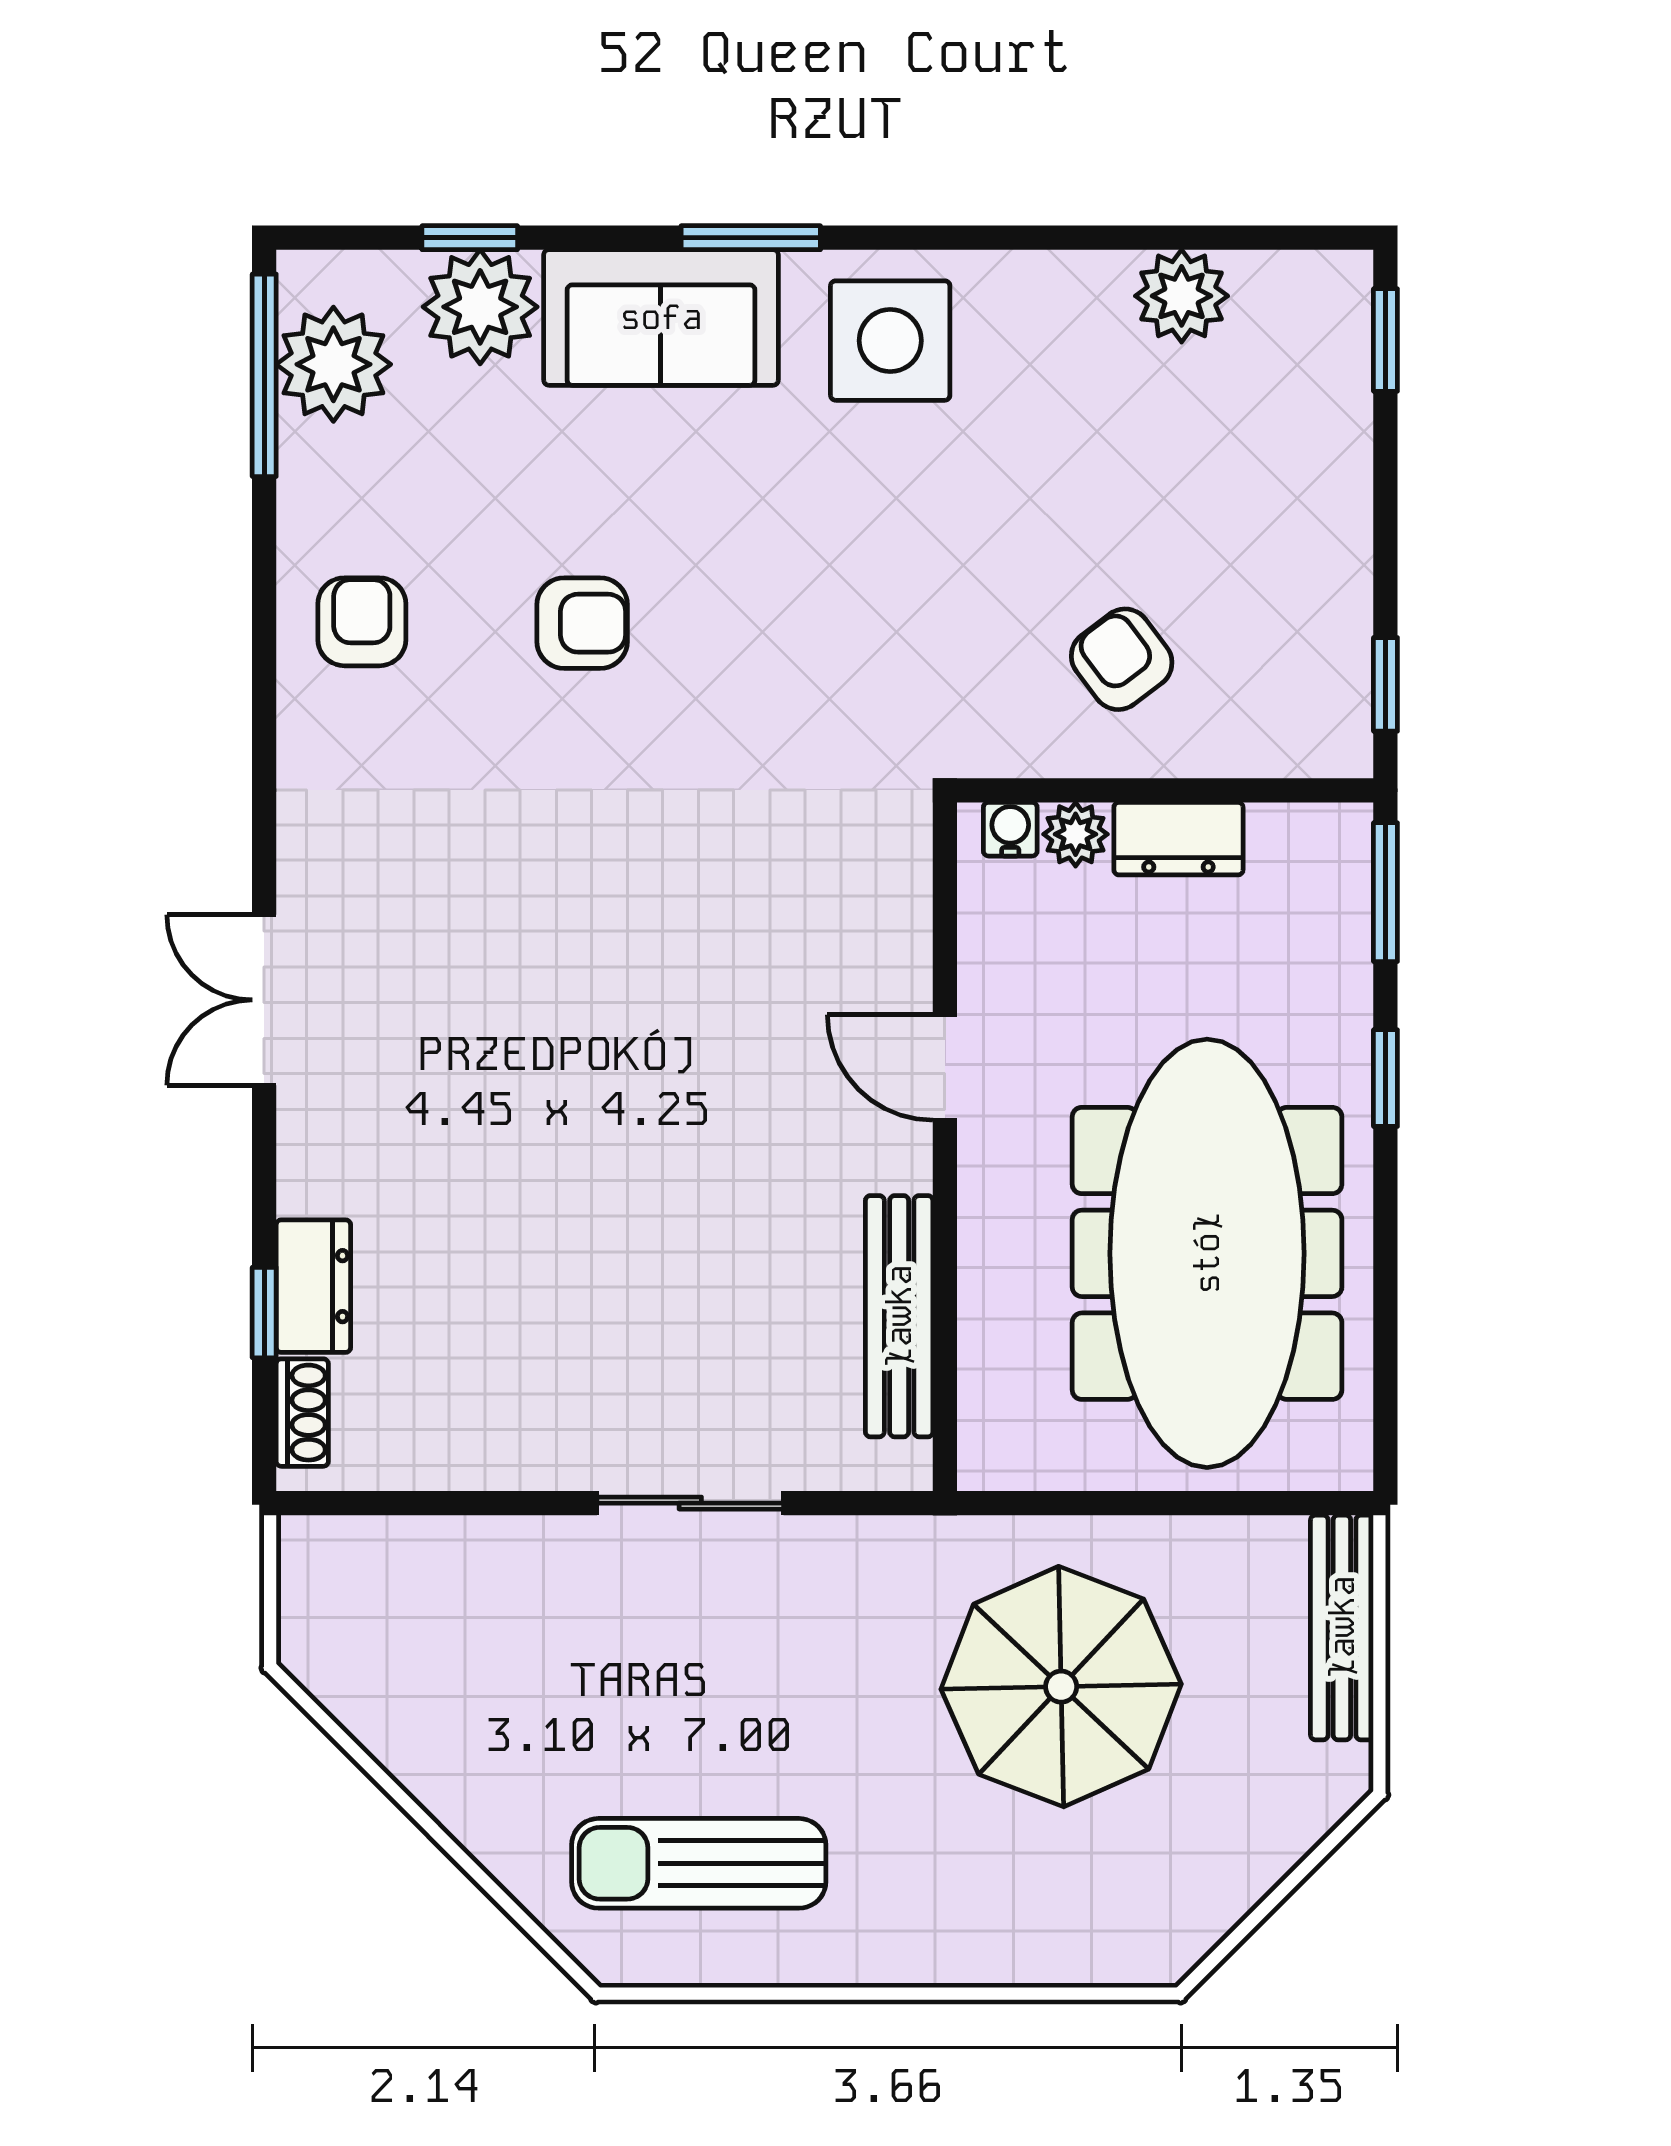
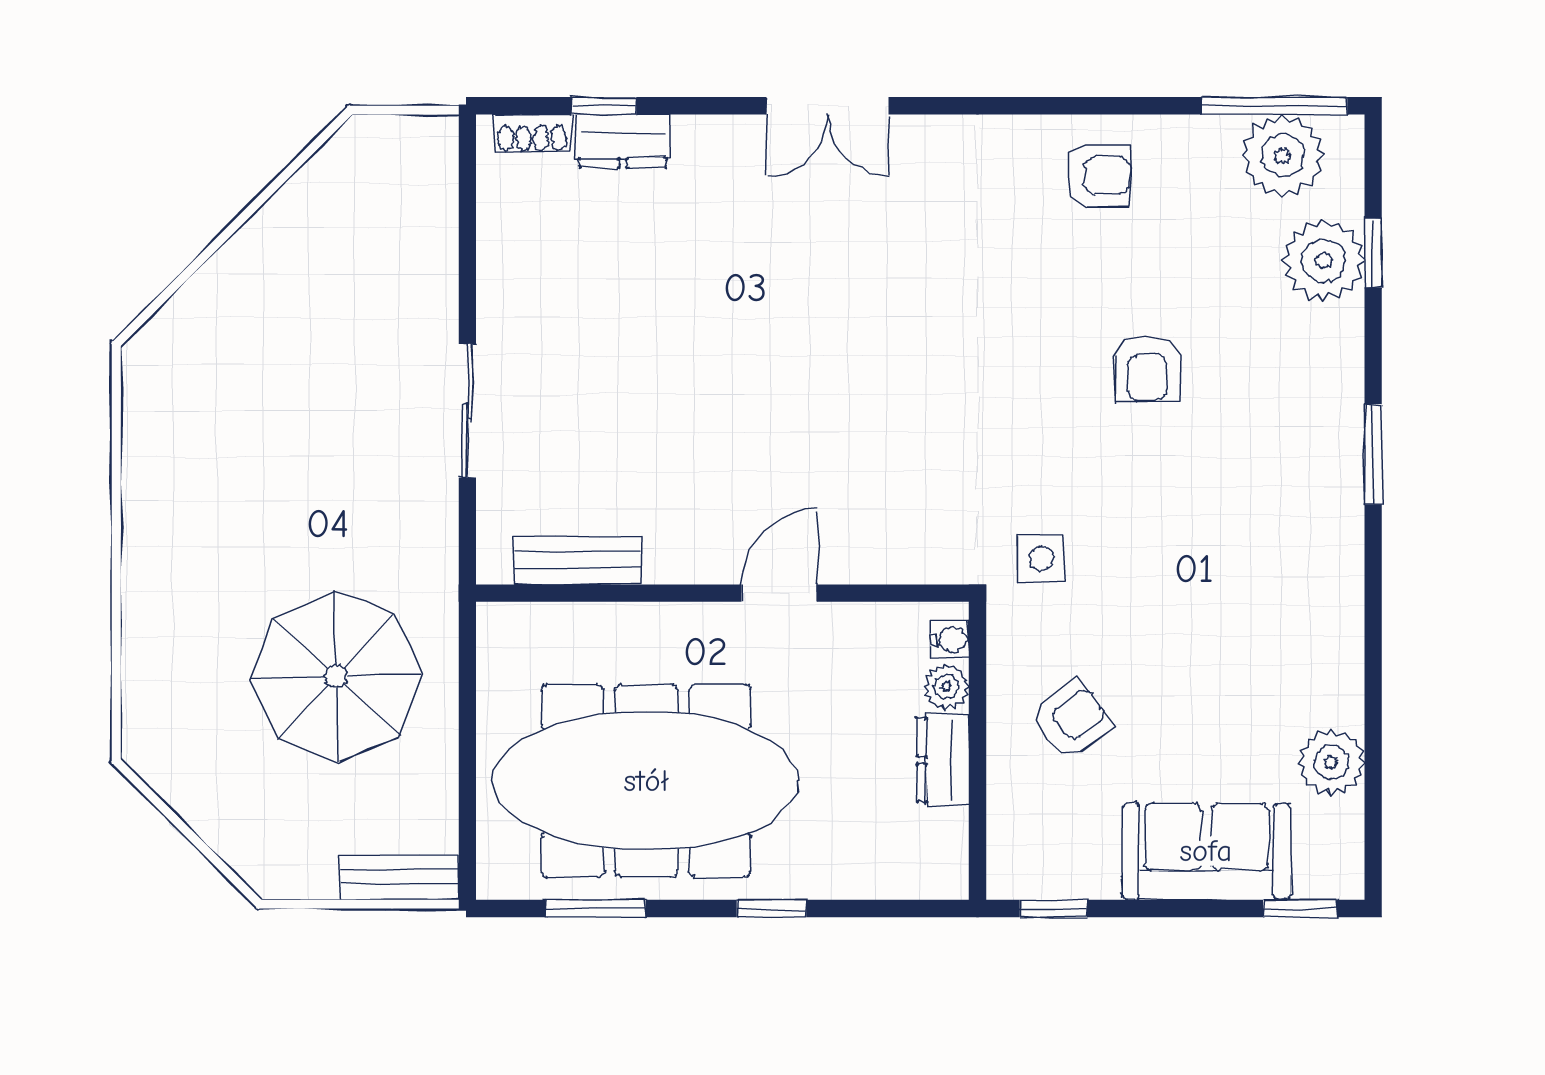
sofa: (661, 317) -> (1206, 851), moved, turned 90
side table: (890, 341) -> (1041, 558), moved, width x0.54, depth x0.54
armchair: (582, 623) -> (1147, 368), moved
window: (1385, 892) -> (596, 908), moved
double door: (264, 1000) -> (827, 106), swing flipped
bench: (899, 1316) -> (578, 560), width x0.73
bench: (1342, 1627) -> (400, 877), width x0.73
sun lounger: (699, 1863) -> (210, 417), removed

